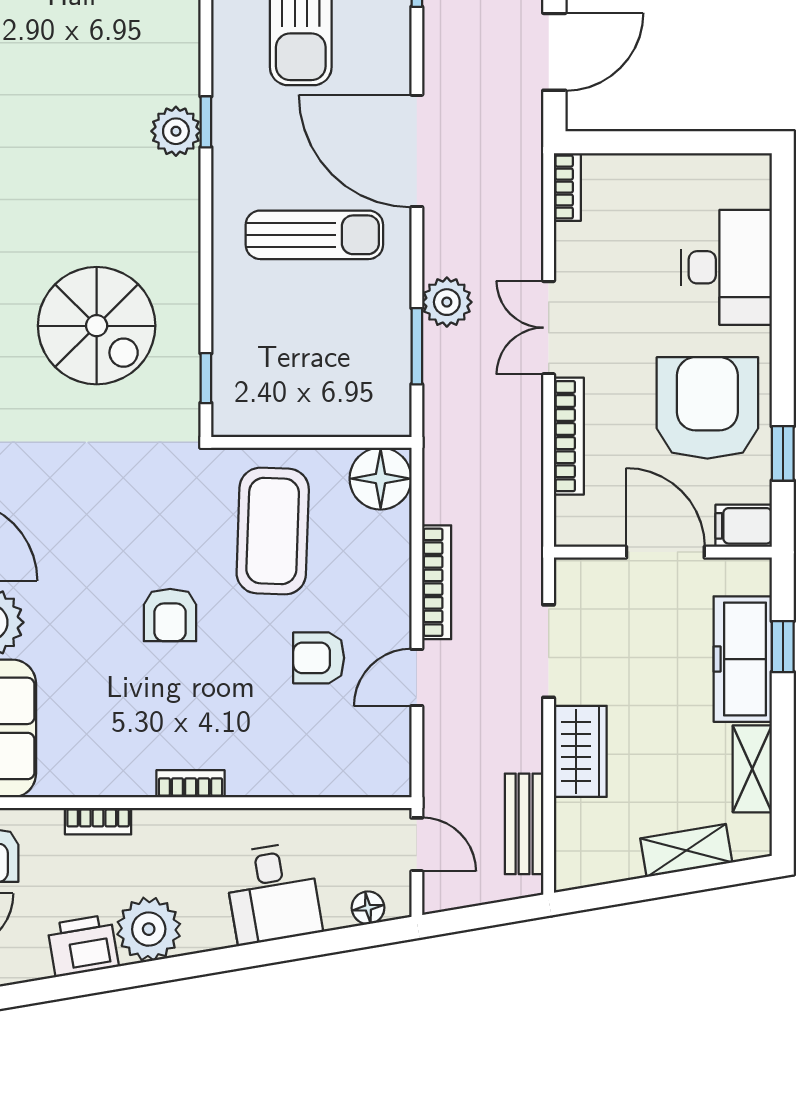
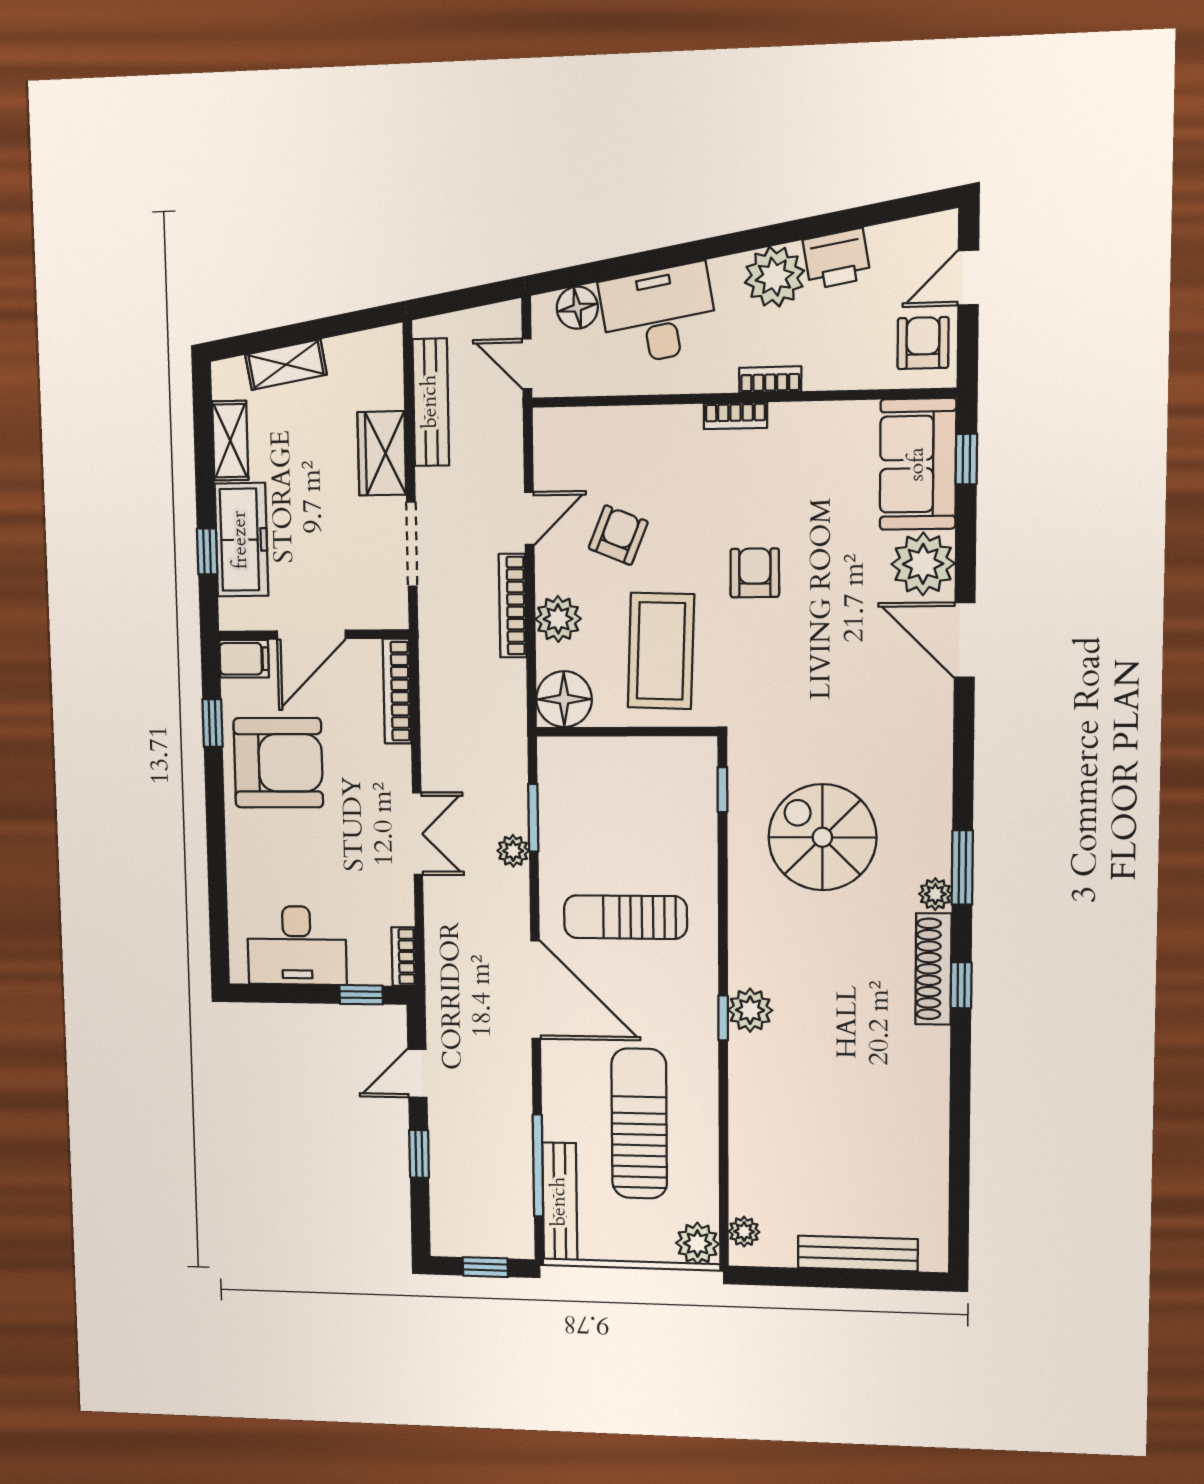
door: (554, 52) -> (417, 1073), width x0.73
window: (618, 142) -> (361, 995), added
desk: (727, 267) -> (297, 945), moved, turned -90
plant: (447, 302) -> (513, 851), width x0.73, depth x0.73
armchair: (707, 408) -> (278, 763), turned -90
bookcase: (569, 436) -> (397, 691), moved
door: (665, 552) -> (311, 635), hinge flipped
plant: (386, 567) -> (558, 619), added
armchair: (319, 658) -> (618, 535), turned -68
bookcase: (98, 821) -> (770, 380), moved
bench: (524, 824) -> (431, 402), width x1.36
desk: (273, 893) -> (659, 314), width x1.37
floor lamp: (368, 908) -> (577, 308), width x1.37, depth x1.37

